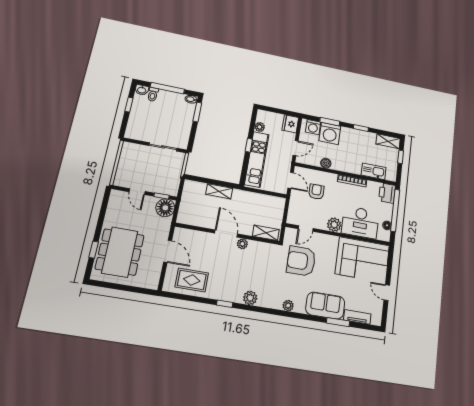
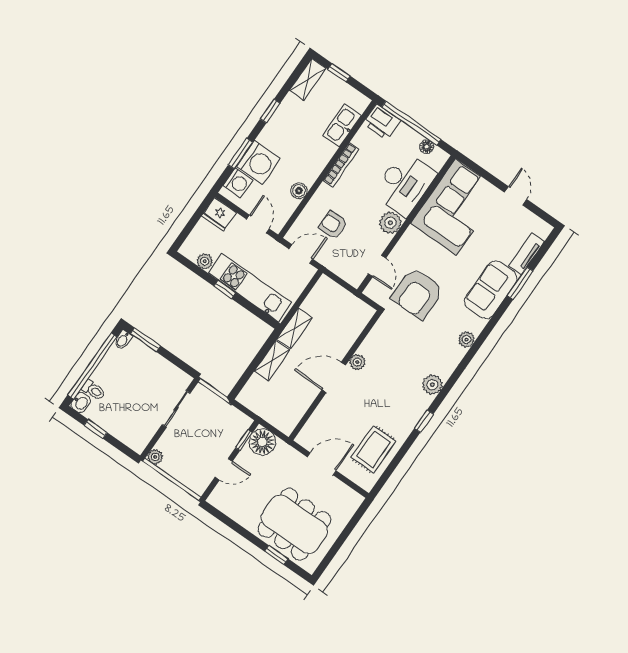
window: (167, 88) -> (92, 366), width x1.46
plant: (127, 147) -> (155, 457), added
shelving: (266, 233) -> (295, 328), moved
door: (387, 293) -> (516, 196), swing flipped

